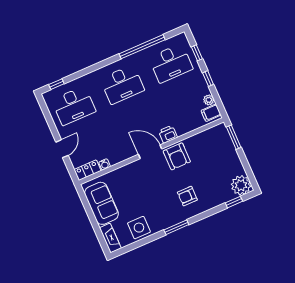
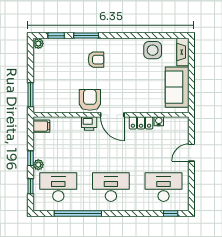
plant: (209, 100) -> (38, 165), moved
locker: (88, 170) -> (141, 123), moved
plant: (241, 185) -> (38, 43), width x0.53, depth x0.53
window: (176, 227) -> (86, 36), moved

